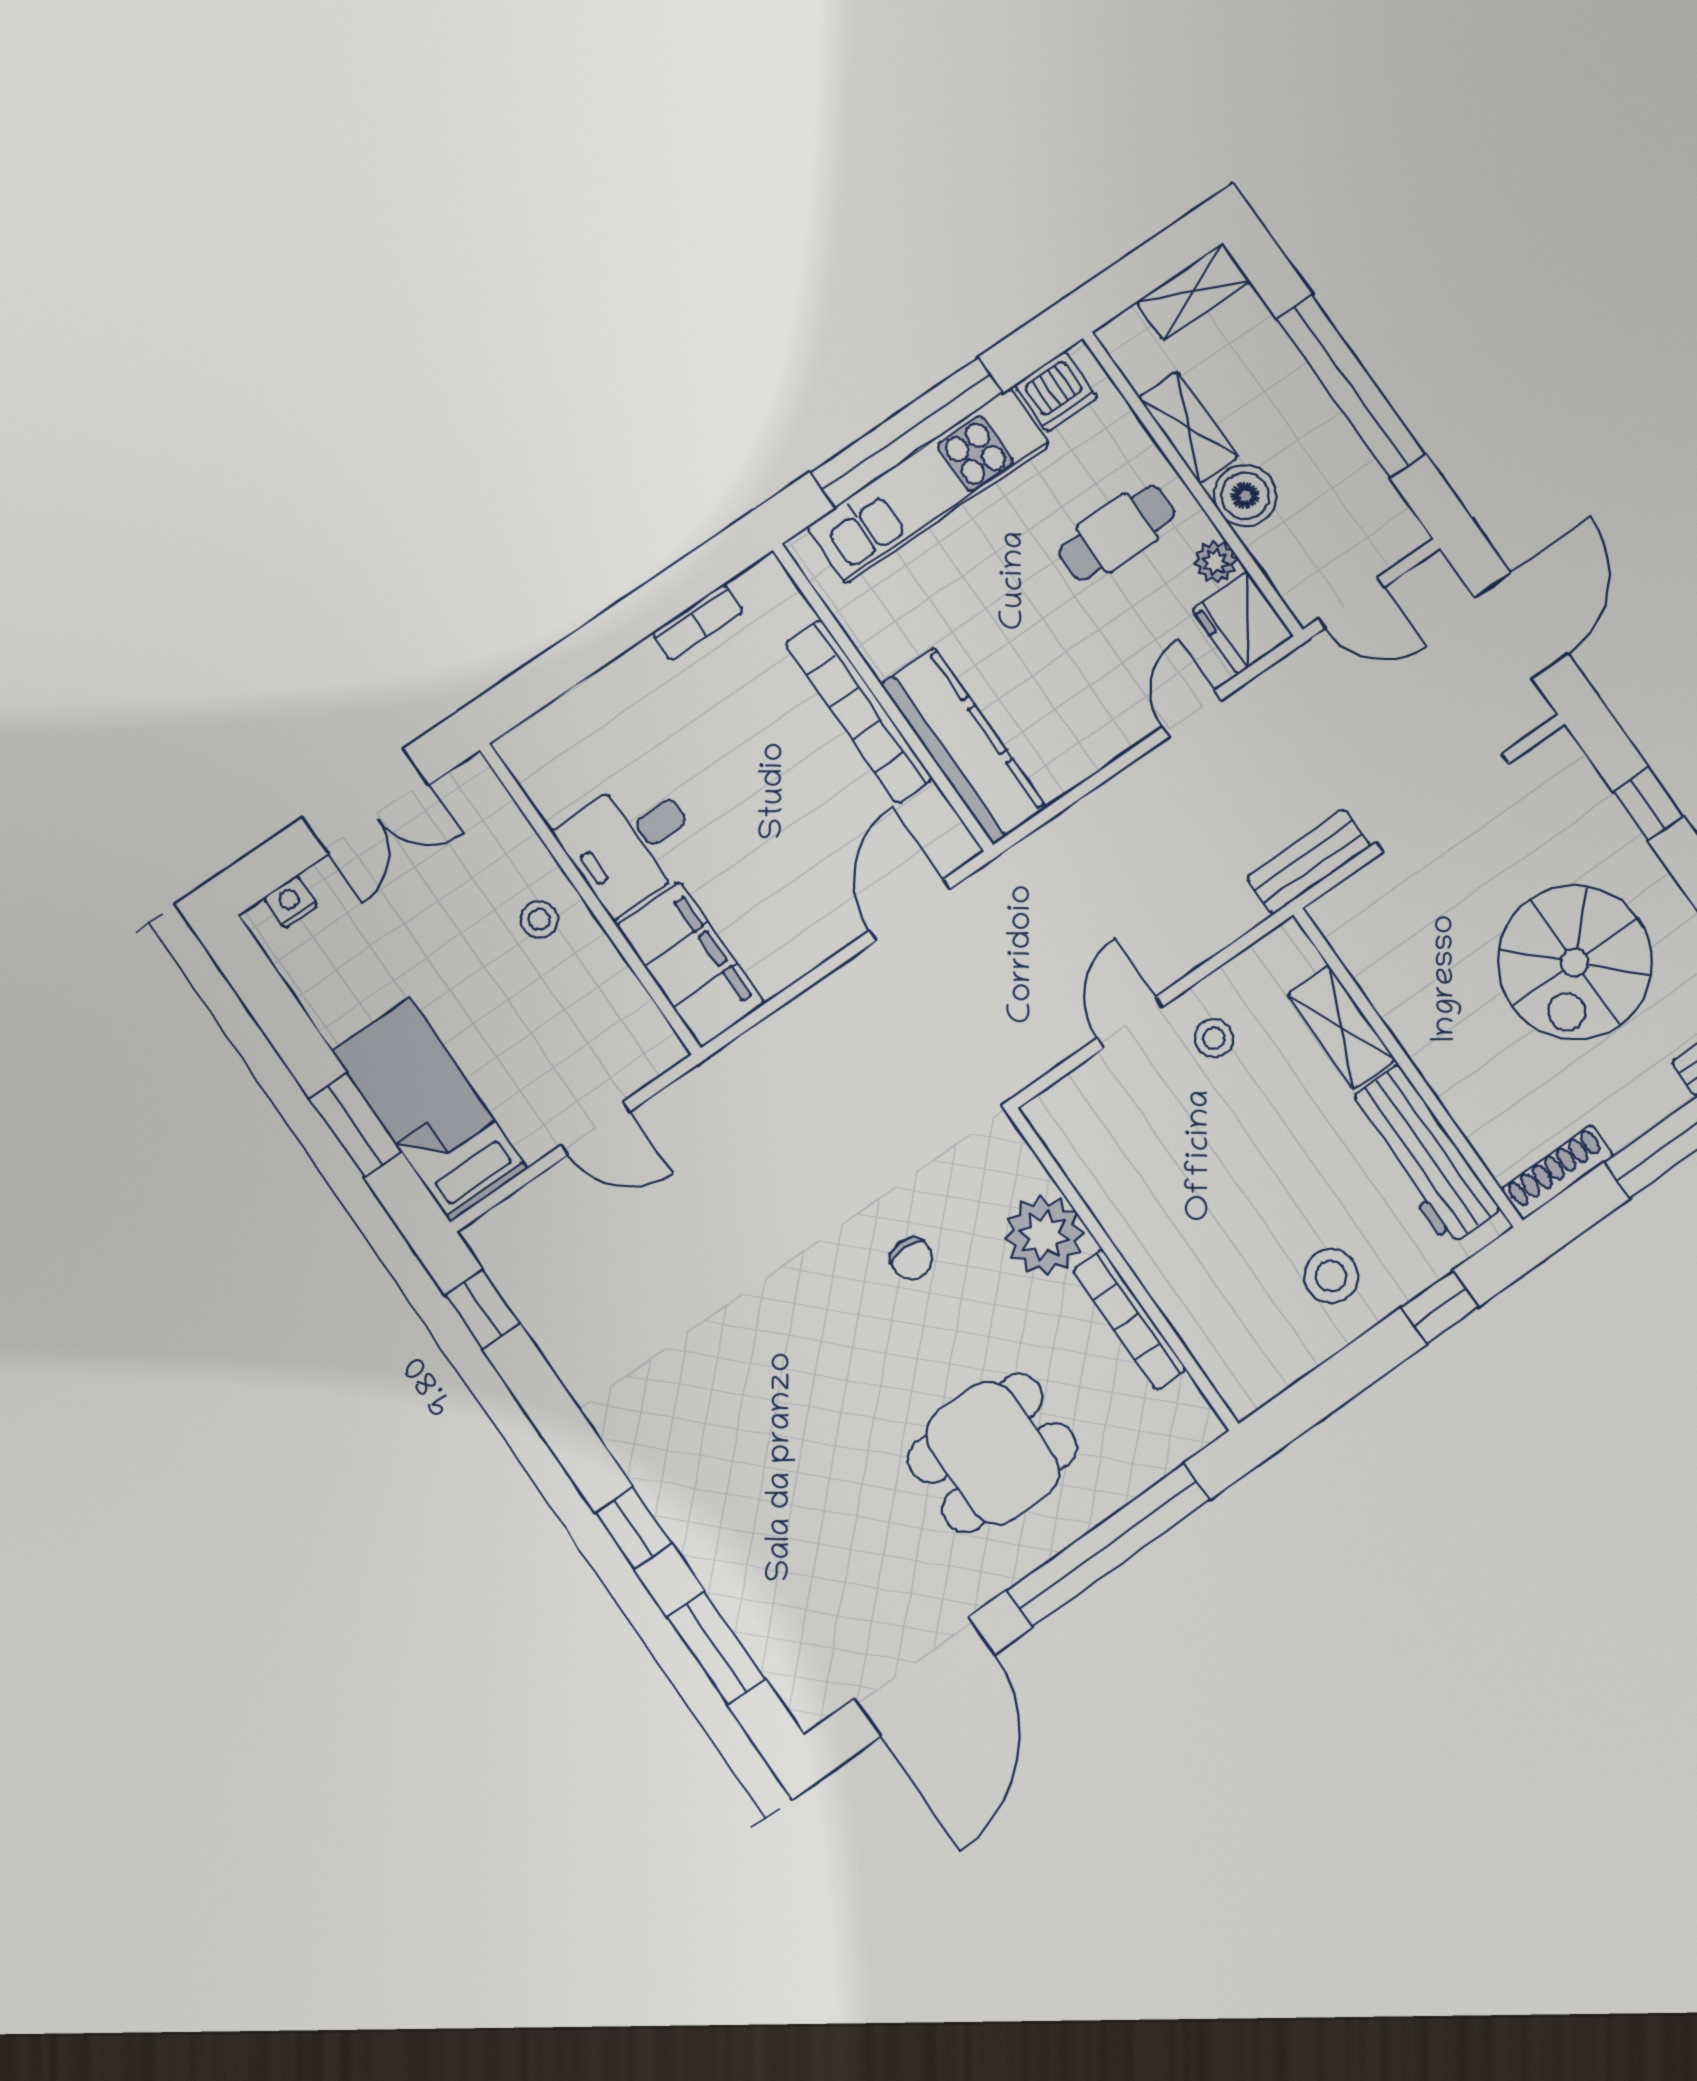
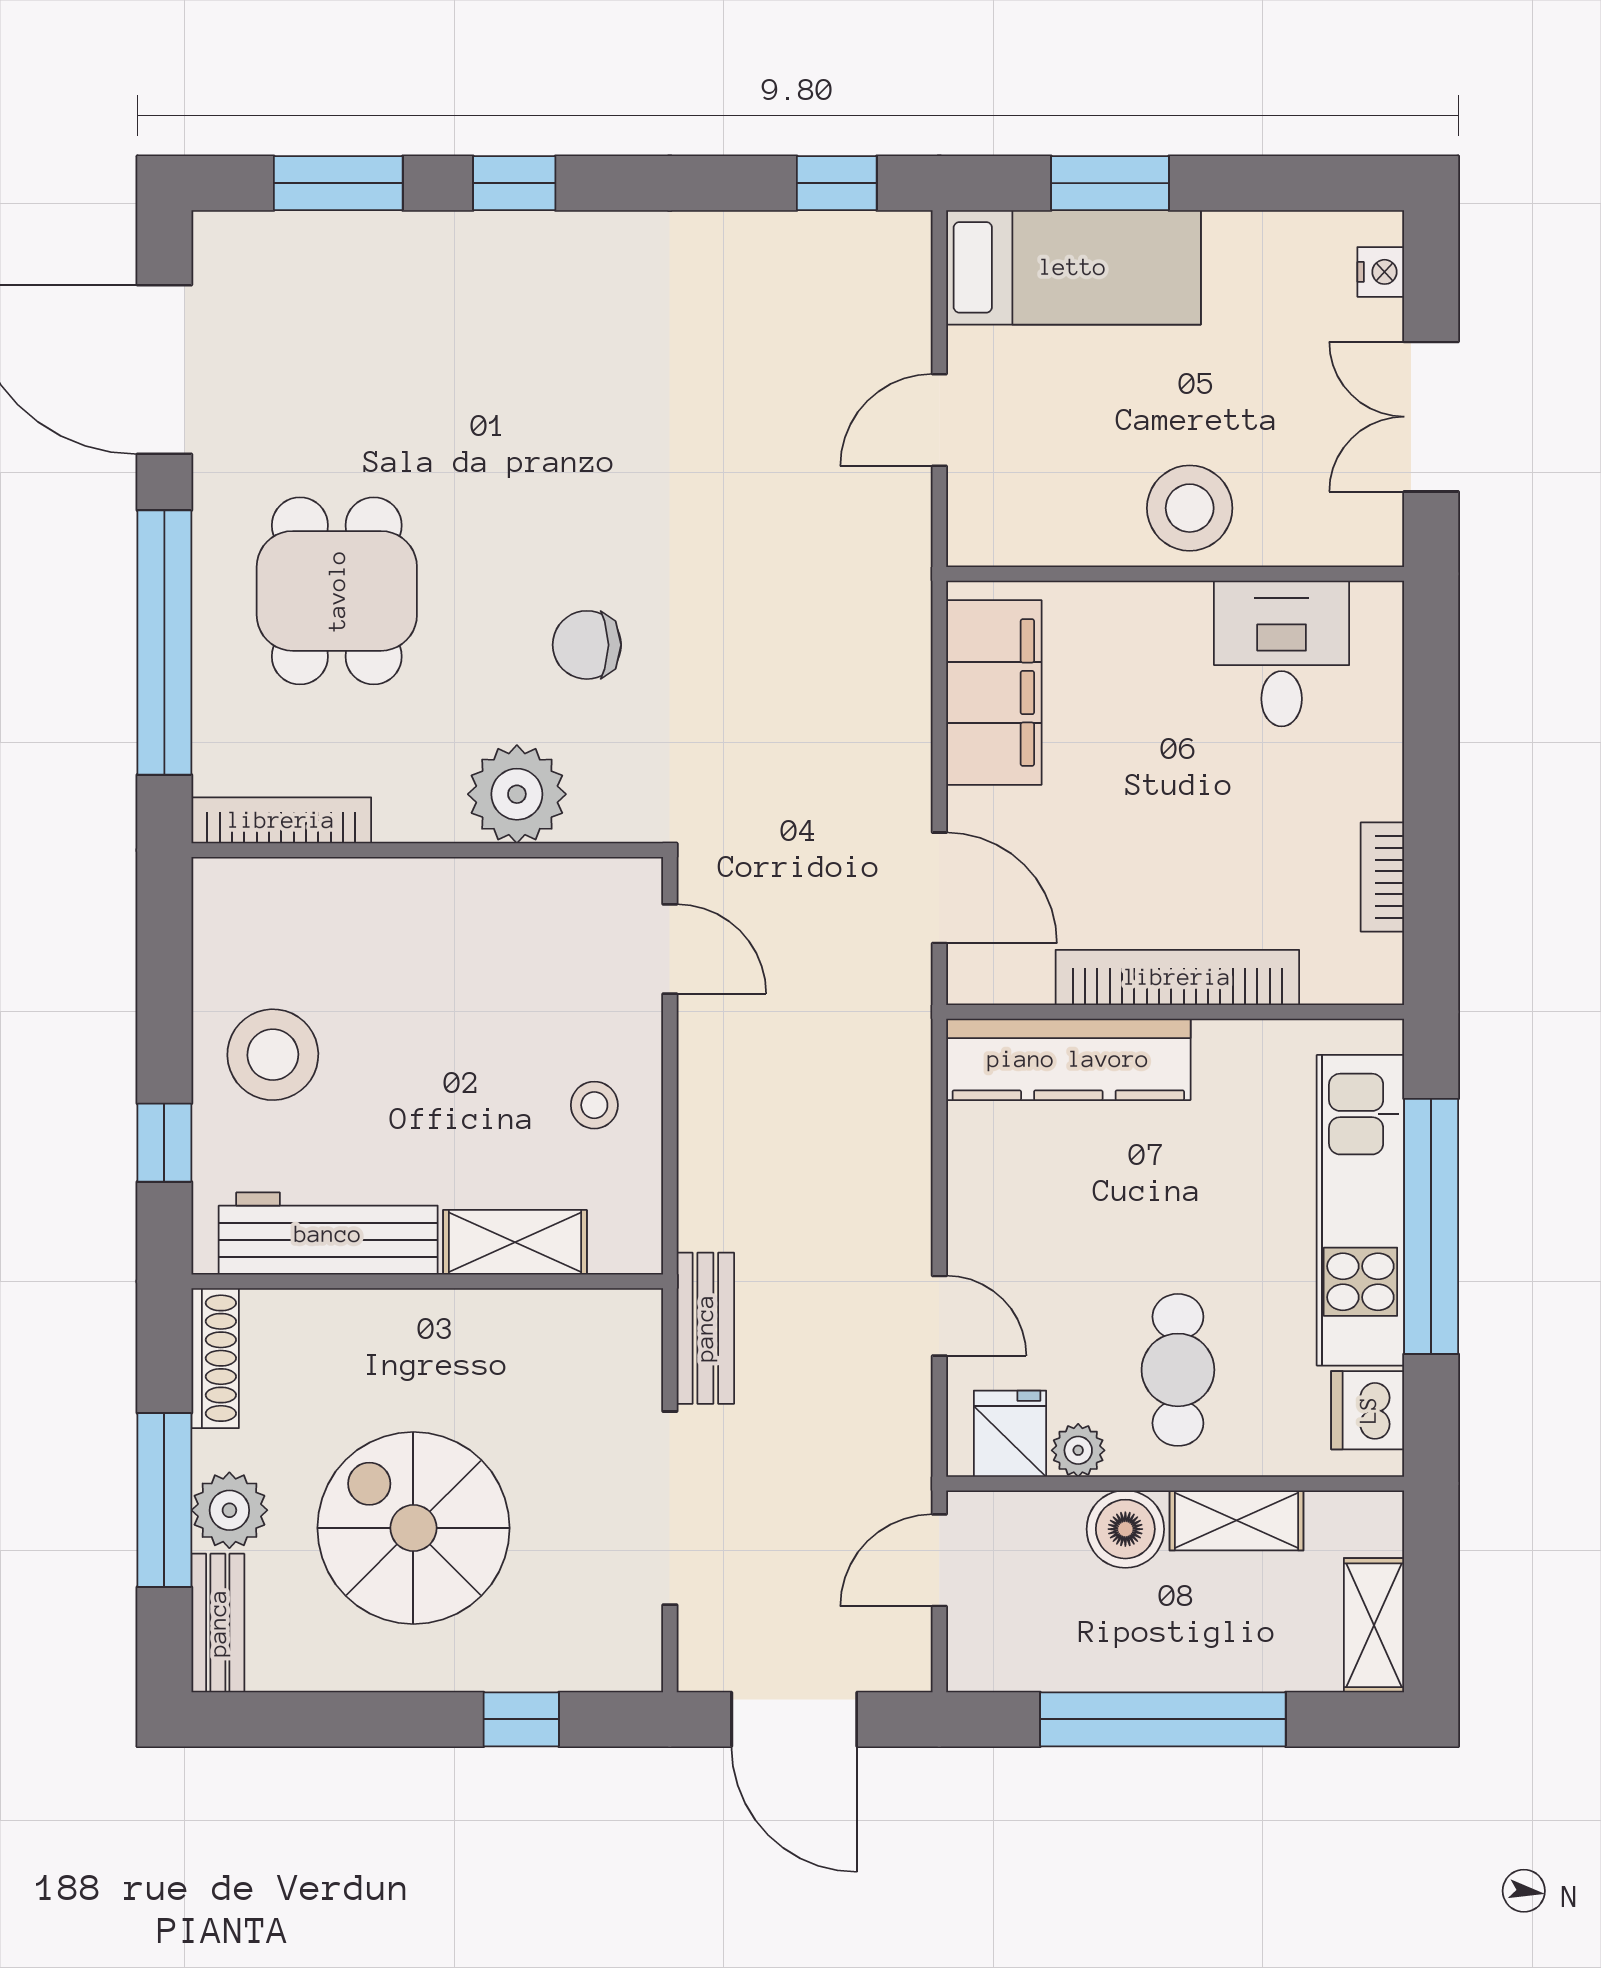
fridge: (1243, 623) -> (1010, 1434), width x0.72
desk: (631, 843) -> (1282, 654), moved
stool: (539, 920) -> (1190, 508), width x1.89, depth x1.89
filing cabinet: (690, 964) -> (994, 693), moved, turned -90
door: (1130, 1022) -> (670, 949), moved
plant: (1649, 1092) -> (229, 1510), added
chair: (912, 1259) -> (587, 645), width x1.37, depth x1.37
stool: (1331, 1276) -> (273, 1055), width x1.38, depth x1.38
bookcase: (1129, 1320) -> (281, 820), moved

